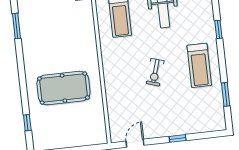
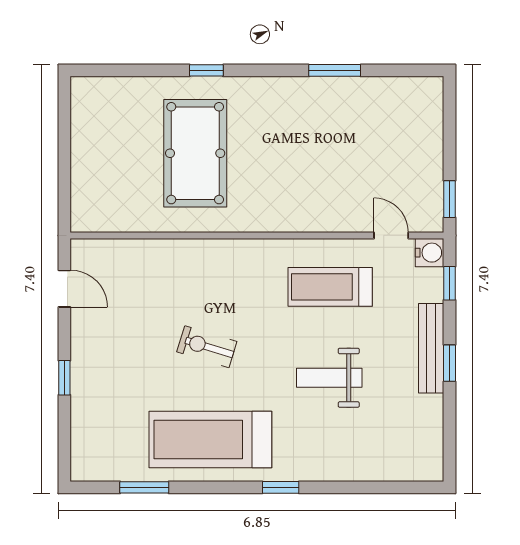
treadmill: (199, 65) -> (210, 439), width x1.37, depth x1.38
window: (27, 123) -> (206, 70), moved

